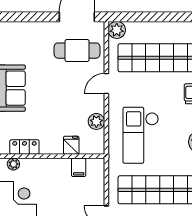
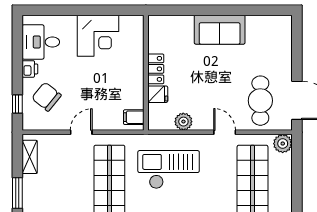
locker: (24, 147) -> (156, 69), moved
plant: (13, 164) -> (137, 32), removed
filing cabinet: (79, 167) -> (134, 117), moved

